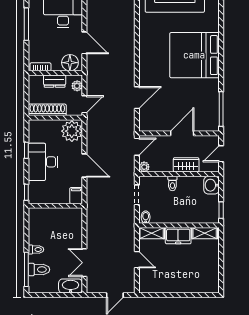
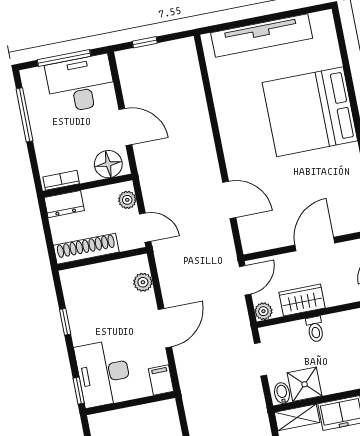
dresser: (55, 81) -> (64, 204), moved
door: (137, 98) -> (229, 200), hinge flipped
door: (84, 104) -> (145, 228), hinge flipped
plant: (72, 131) -> (143, 282), width x0.53, depth x0.53
desk: (43, 162) -> (104, 373), moved
wardrobe: (186, 165) -> (302, 300), moved
door: (84, 166) -> (165, 328), hinge flipped
shower: (160, 215) -> (305, 384), added

